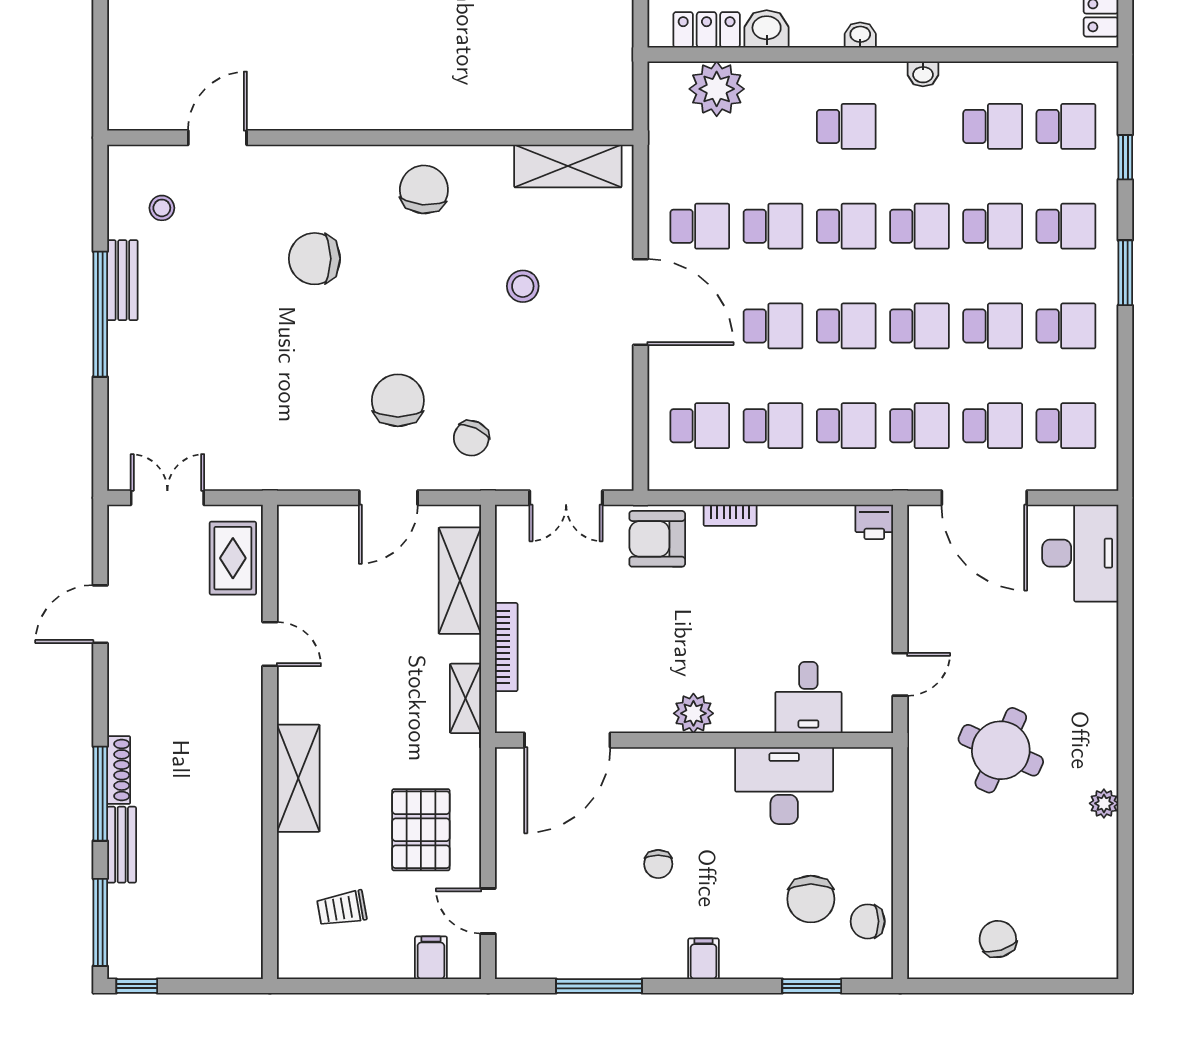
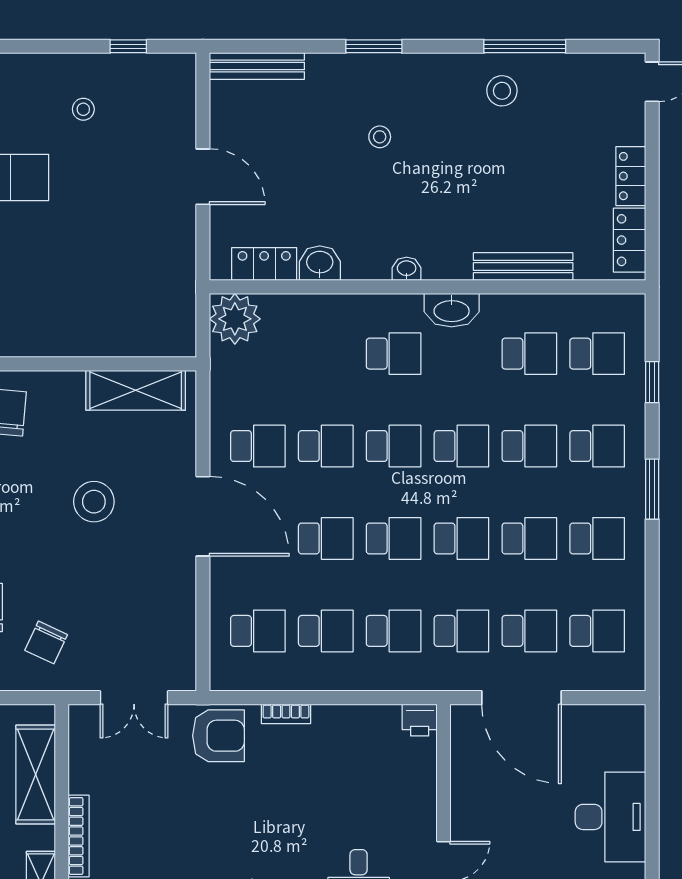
bench: (986, 33) -> (523, 267), added
washbasin: (923, 74) -> (452, 310), width x1.91, depth x1.45
plant: (717, 89) -> (235, 319), moved
stool: (523, 286) -> (94, 502), width x1.38, depth x1.38
armchair: (657, 539) -> (218, 736), turned 180
desk: (1080, 553) -> (610, 817), moved

